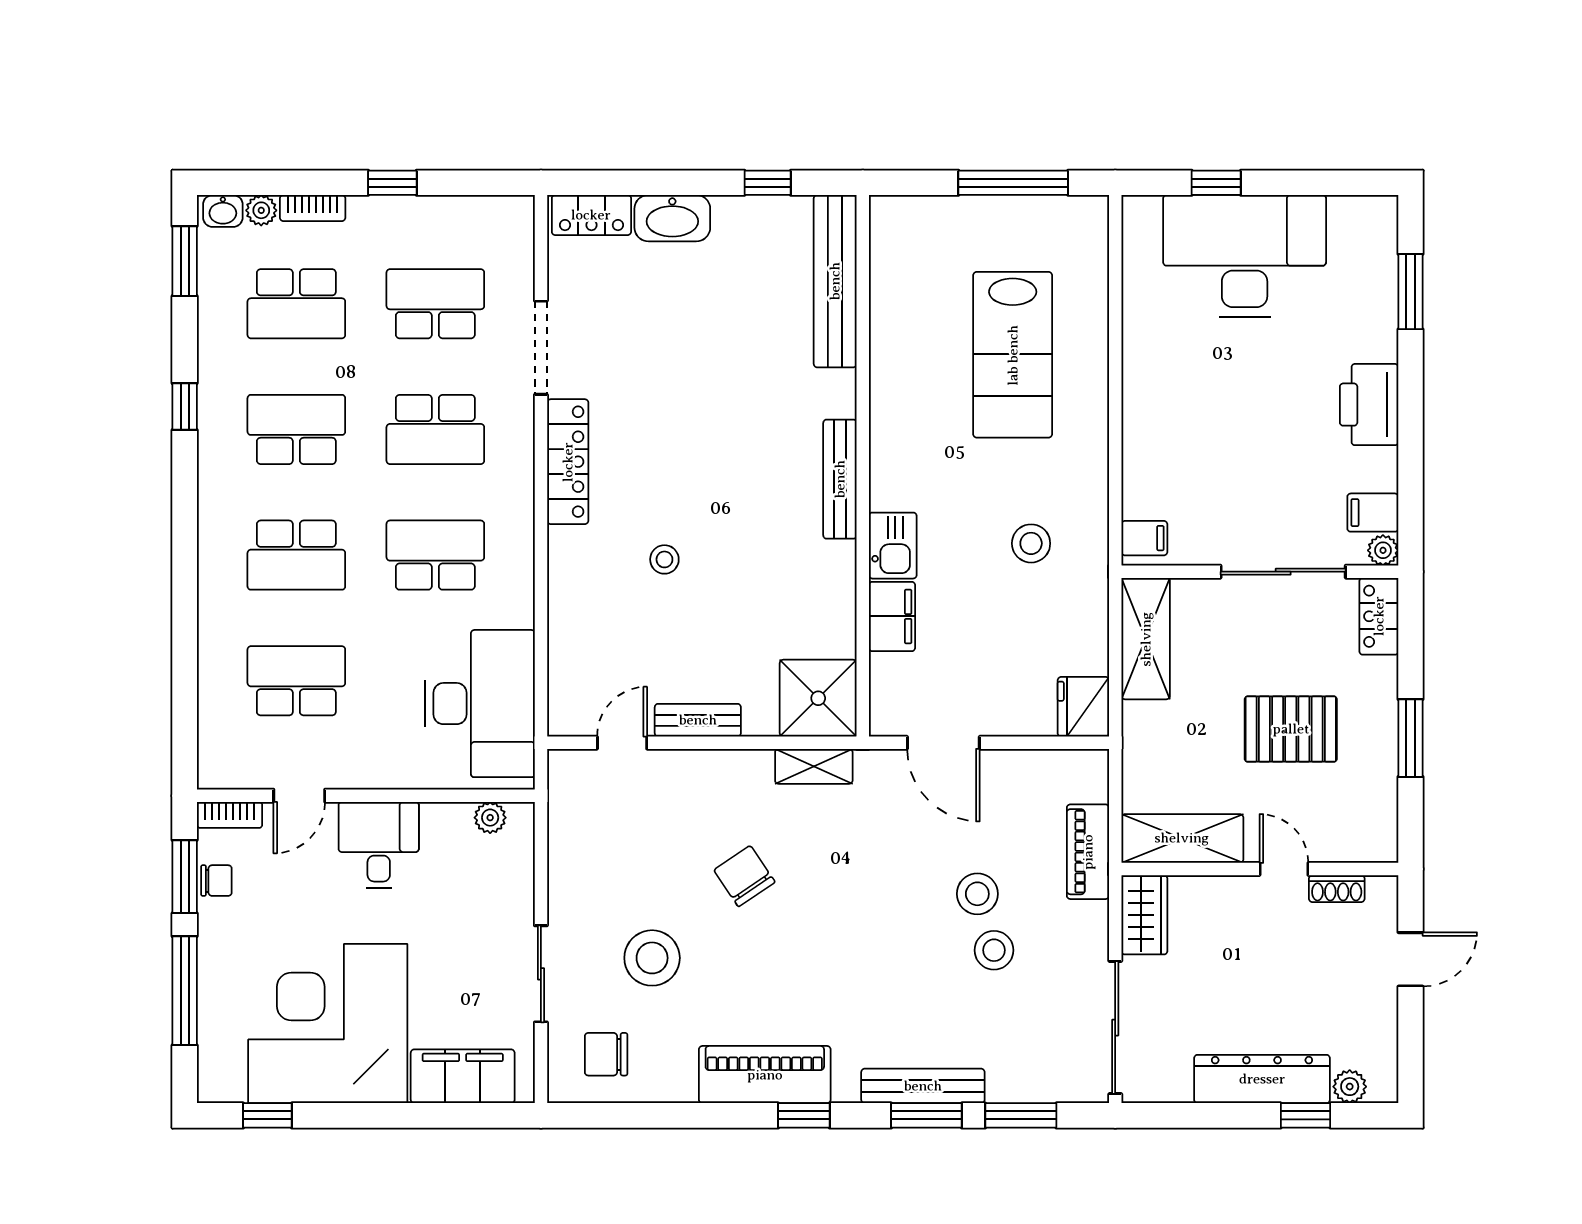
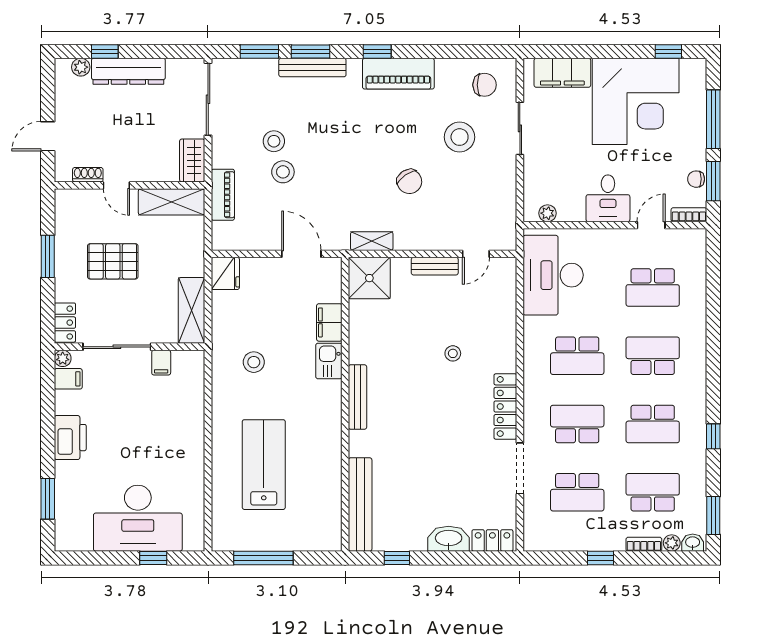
filing cabinet: (1144, 538) -> (161, 363), moved, turned -90

